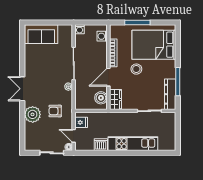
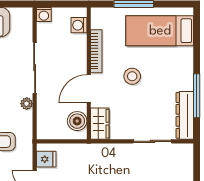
bed: (154, 45) -> (160, 31), width x0.67

